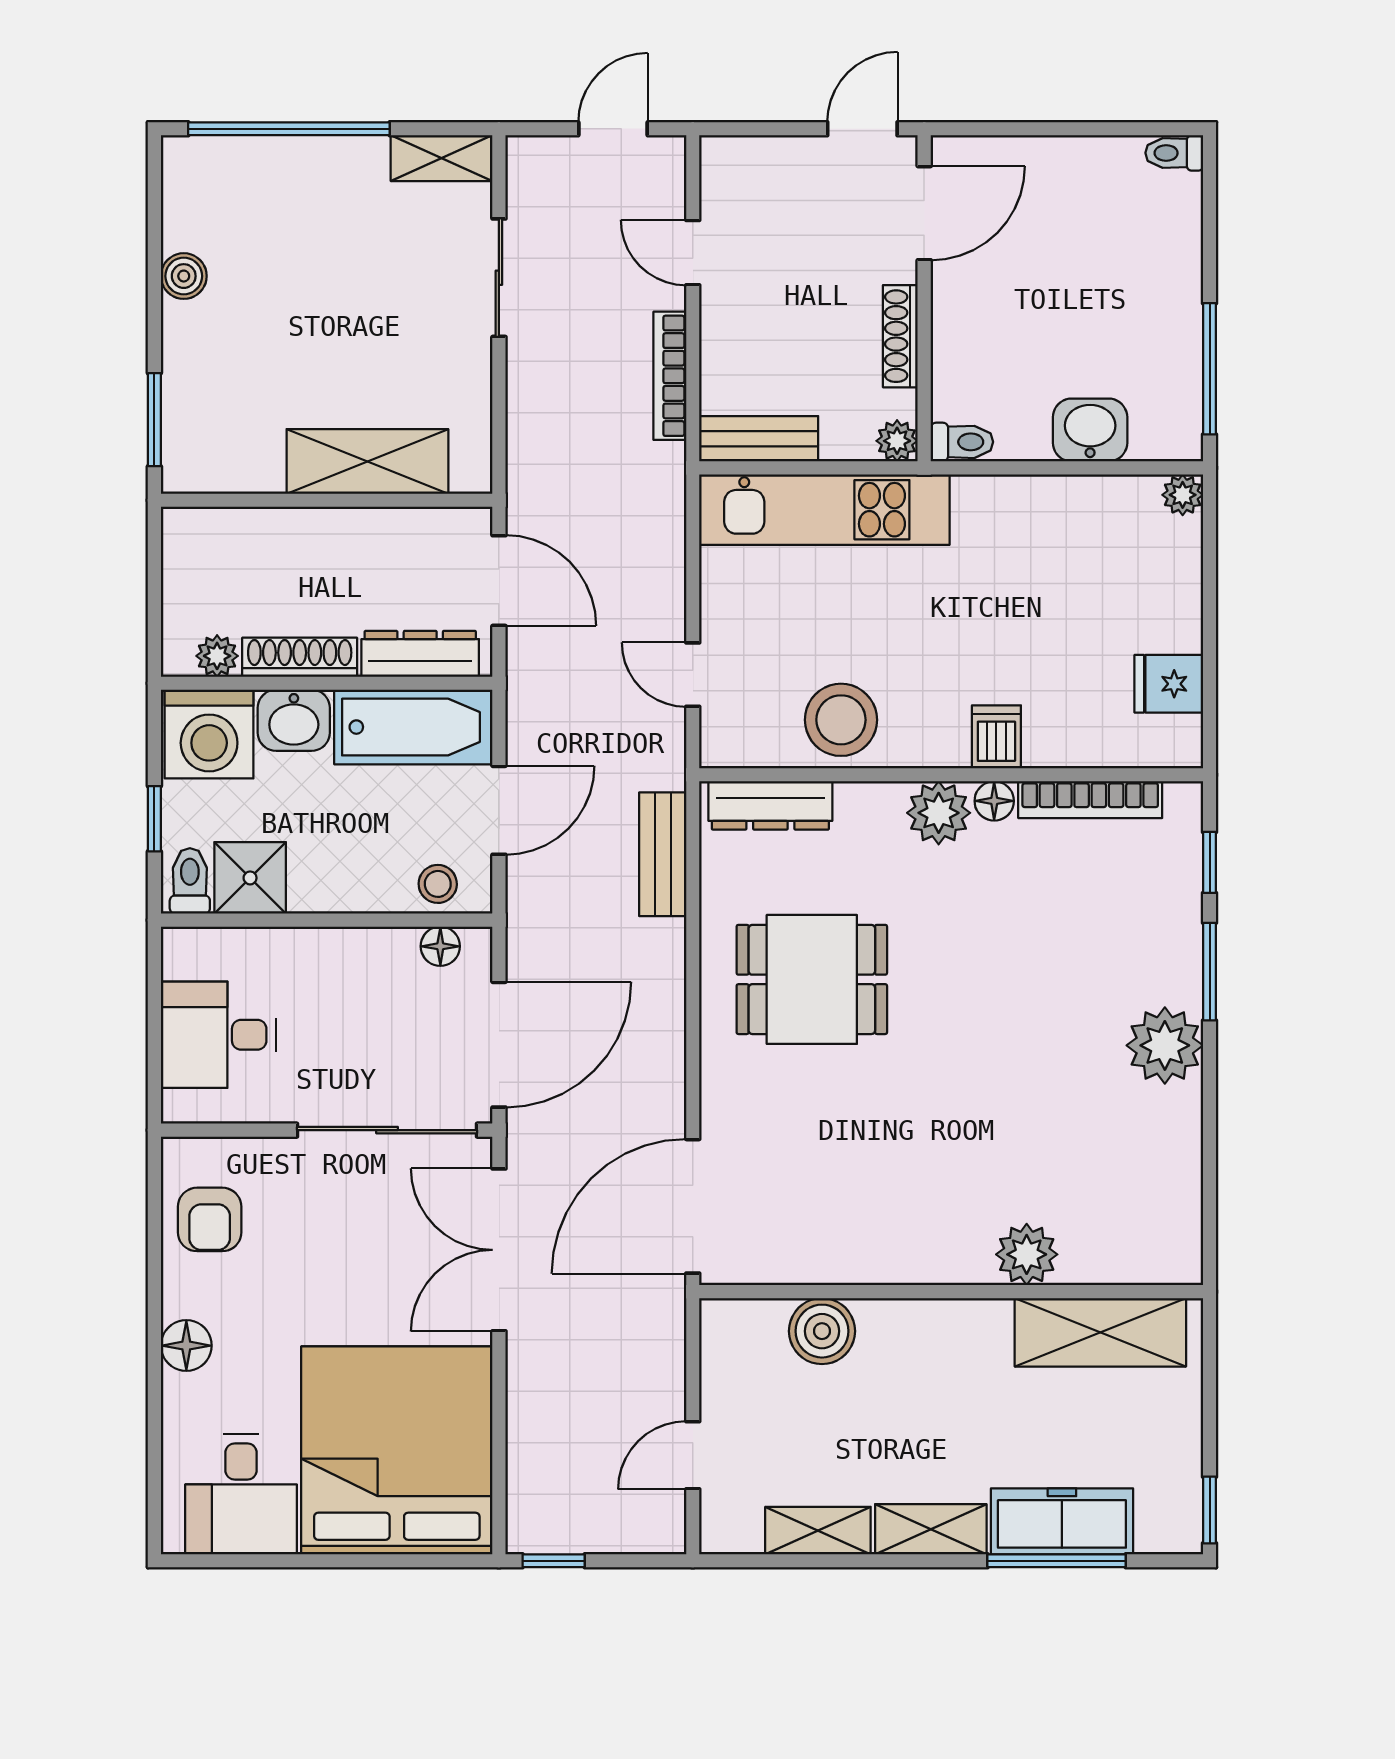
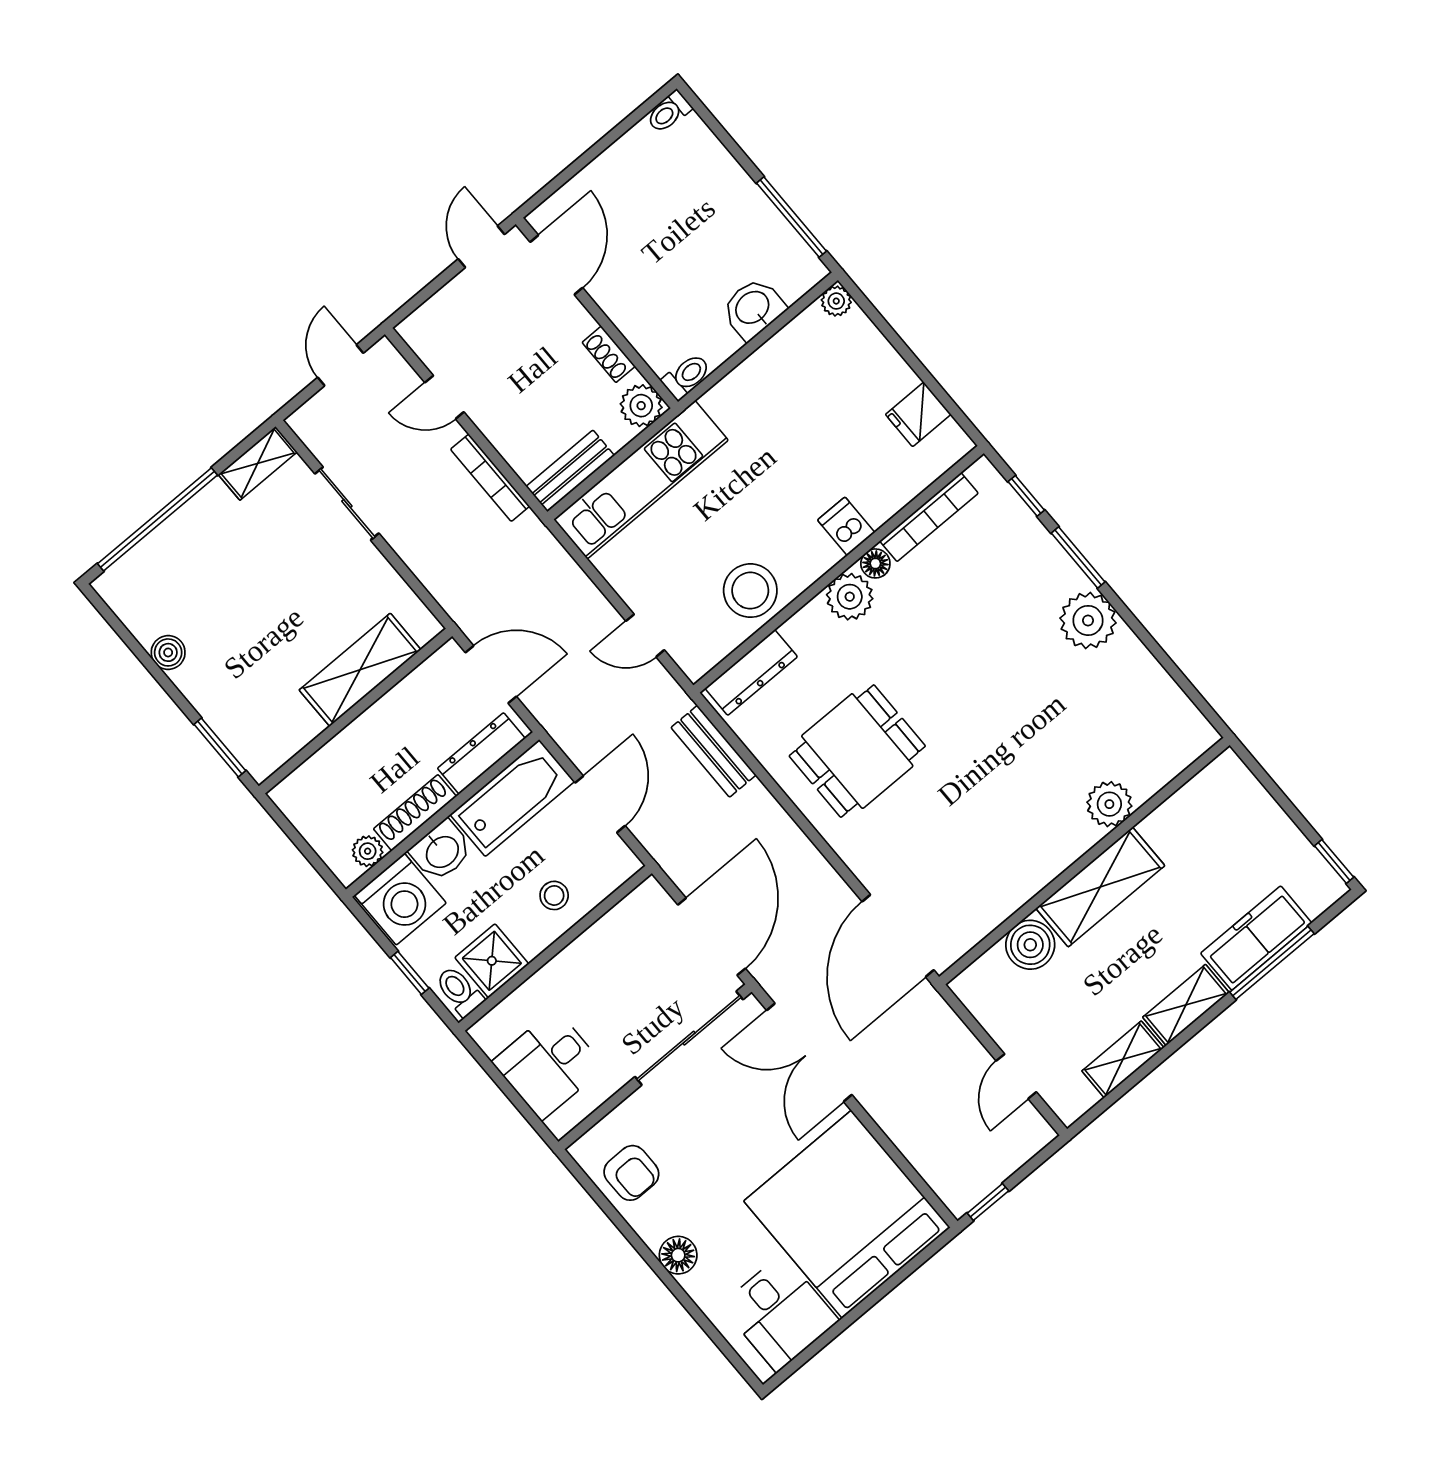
shoe rack: (900, 336) -> (609, 354), width x0.70
plant: (897, 441) -> (641, 406), width x1.38, depth x1.38
stool: (438, 884) -> (554, 895), moved
floor lamp: (440, 946) -> (632, 909), removed
shelving: (1100, 1332) -> (1100, 887), moved

